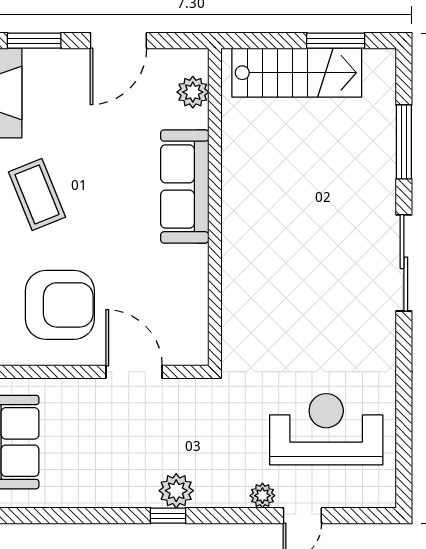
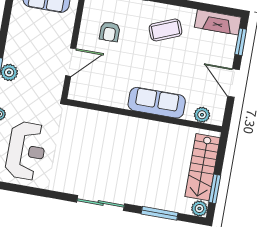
plant: (380, 64) -> (199, 208), added
armchair: (60, 305) -> (110, 32), width x0.53, depth x0.53

